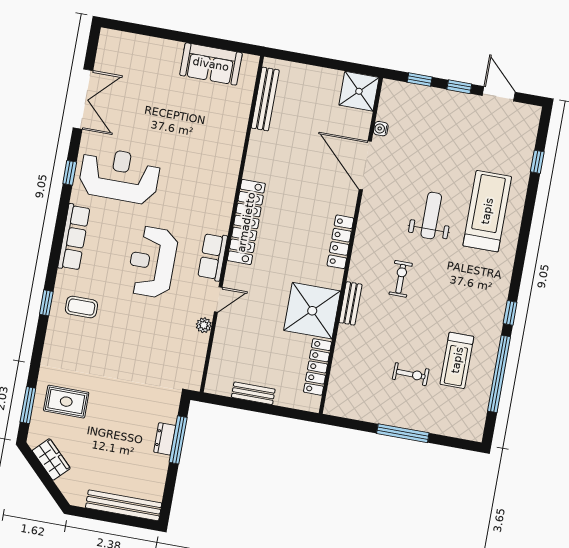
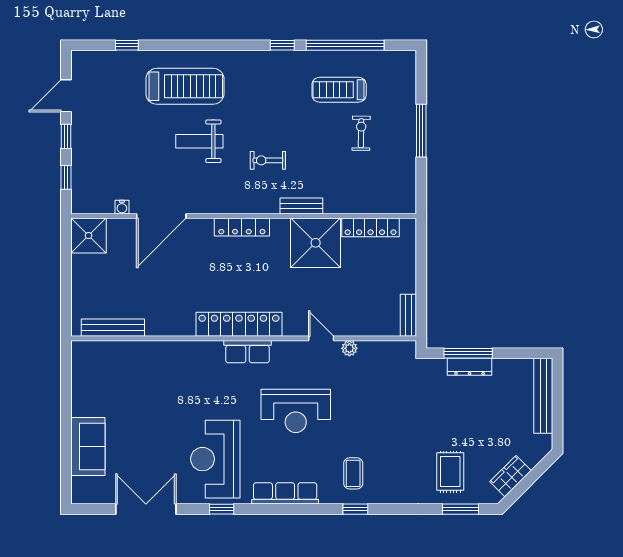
sofa: (211, 64) -> (88, 447), moved
treadmill: (487, 211) -> (185, 86), turned 180
row of seats: (213, 257) -> (248, 352), moved
treadmill: (457, 360) -> (339, 90), turned 180
bench: (253, 393) -> (408, 315), moved
dresser: (165, 439) -> (470, 367), width x1.44

